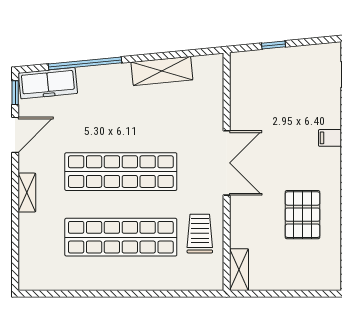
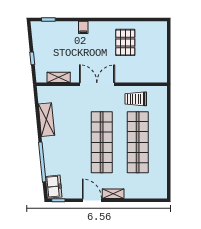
freezer: (48, 83) -> (54, 187), width x0.71
door: (15, 135) -> (92, 200), moved
pallet: (303, 215) -> (125, 42), turned 90
shelving: (239, 270) -> (59, 77), moved

